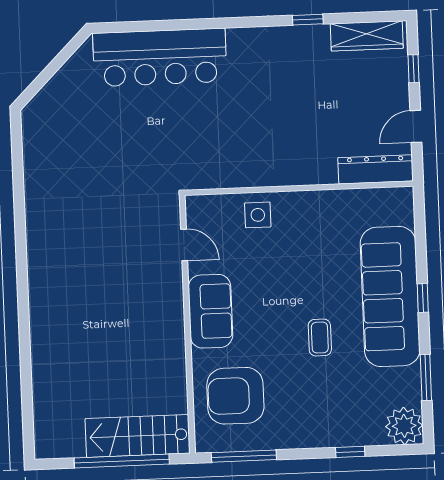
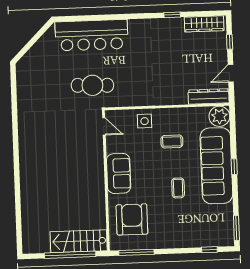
cafe table: (162, 150) -> (92, 85), added
door: (184, 245) -> (104, 126), moved
coffee table: (308, 252) -> (172, 141), added
window: (426, 377) -> (236, 228), moved
armchair: (235, 396) -> (132, 219), turned 90
plant: (404, 426) -> (219, 116), moved
window: (350, 452) -> (209, 250), moved

